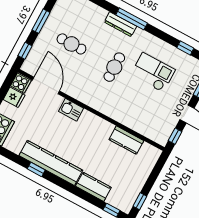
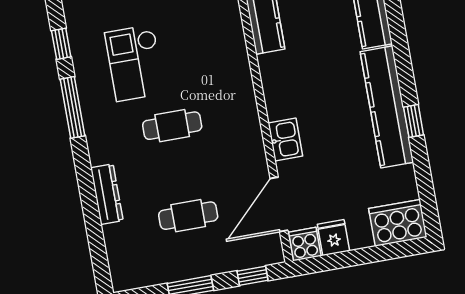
window: (132, 19) -> (73, 107), moved
dresser: (120, 24) -> (107, 194), moved
cafe table: (71, 44) -> (188, 216), turned 90

